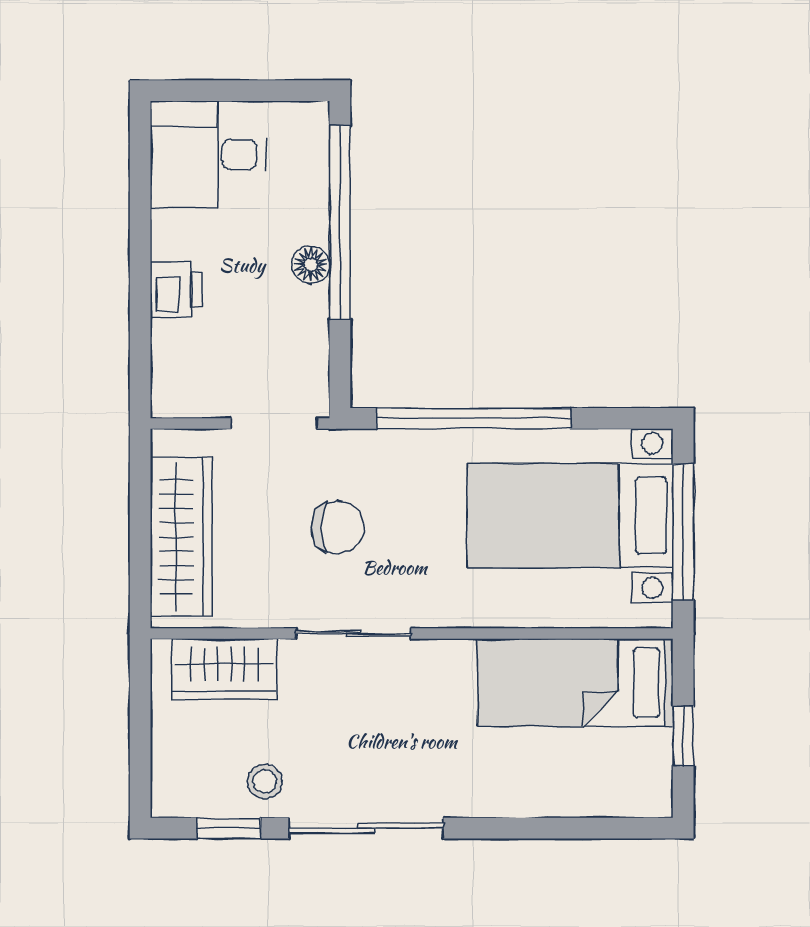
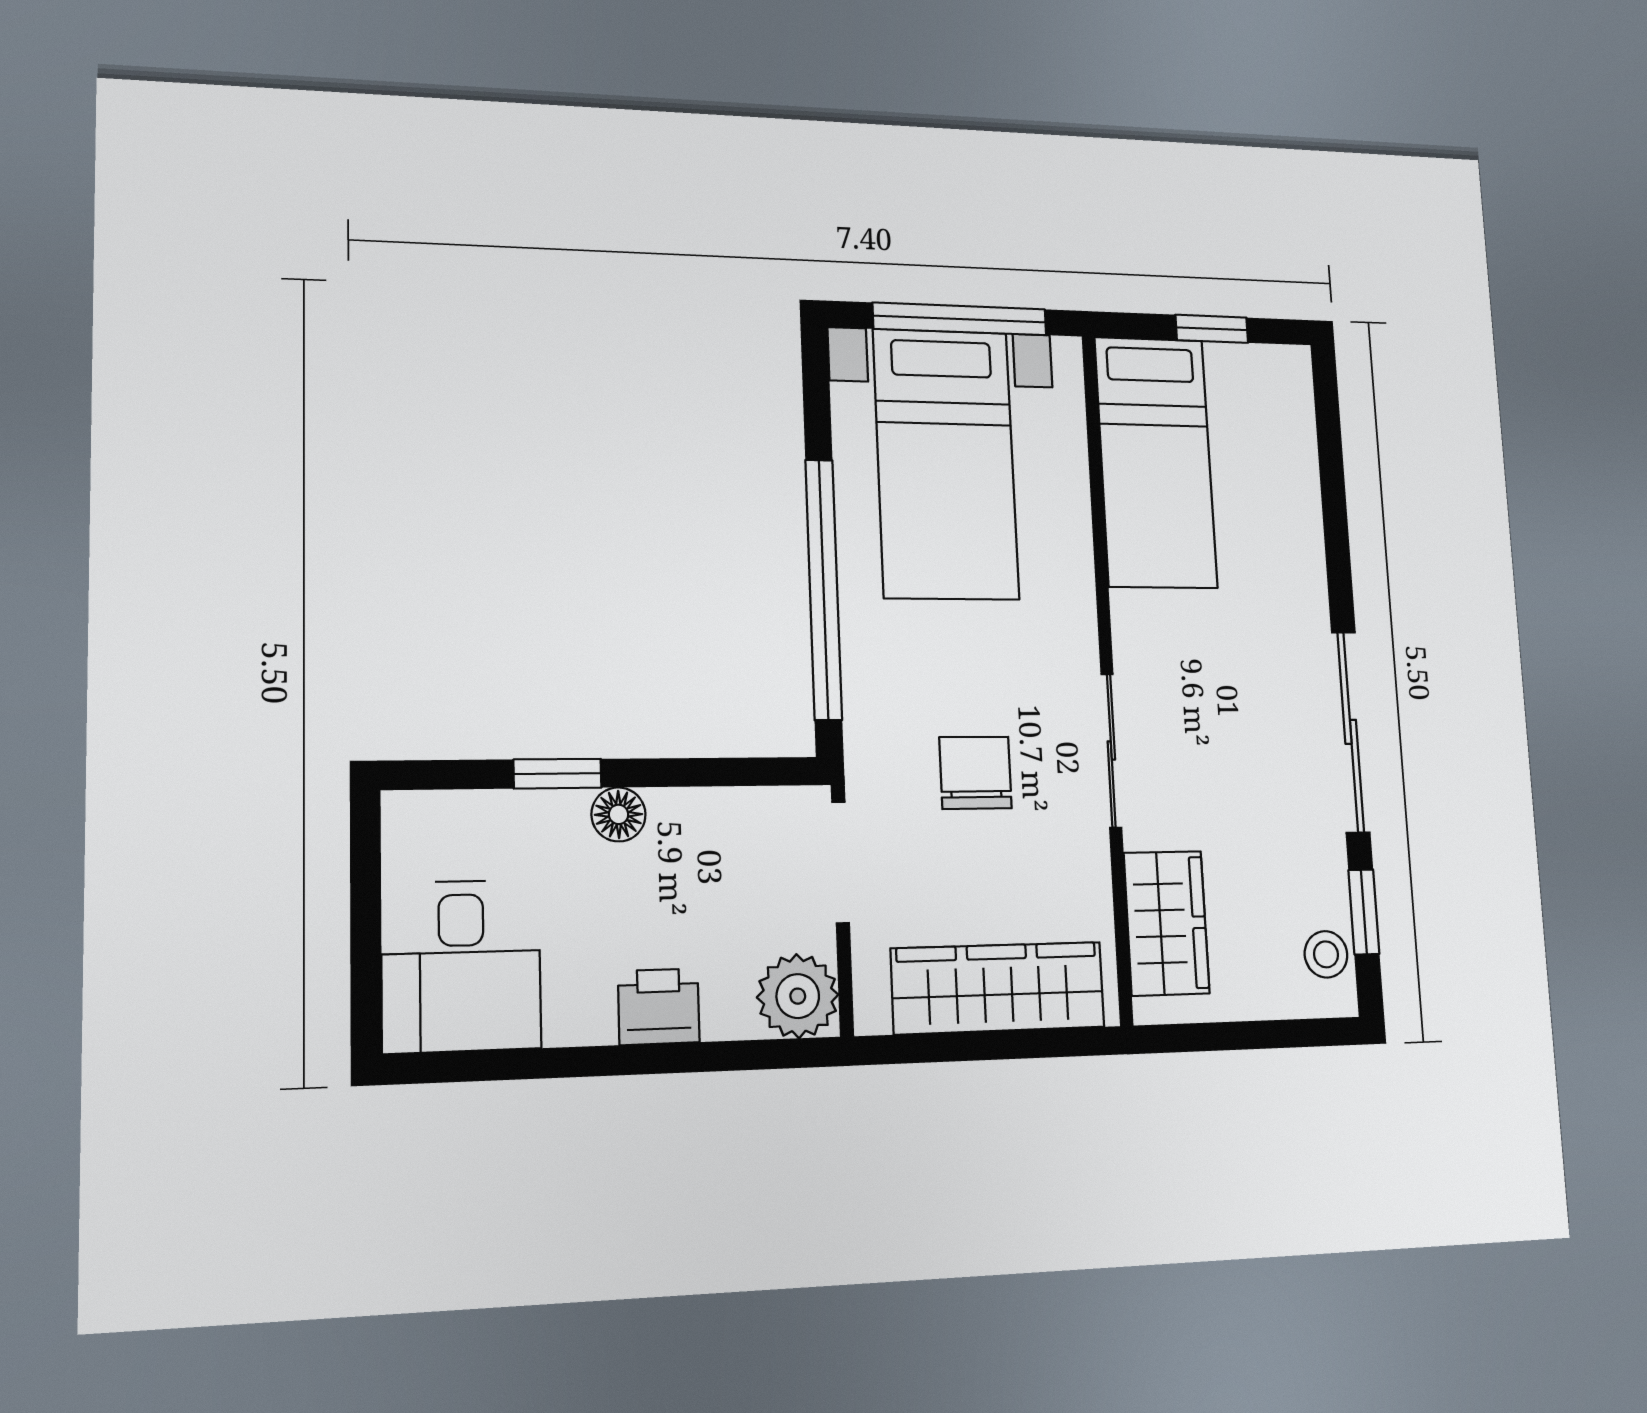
window: (340, 222) -> (558, 774), width x0.32
plant: (180, 389) -> (798, 996), added
stool: (265, 781) -> (1326, 954), moved

